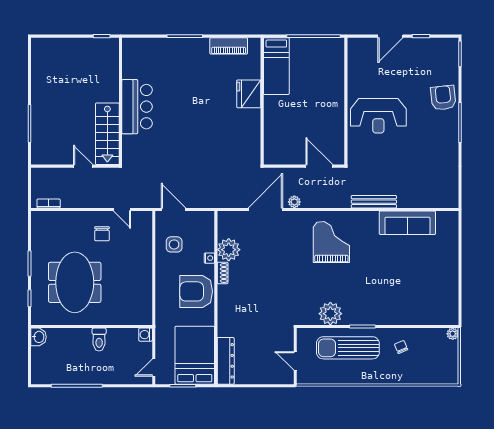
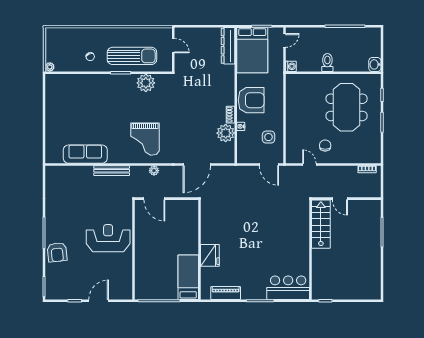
bar counter: (137, 107) -> (288, 288), moved, turned 90
plant: (294, 202) -> (154, 171), moved

